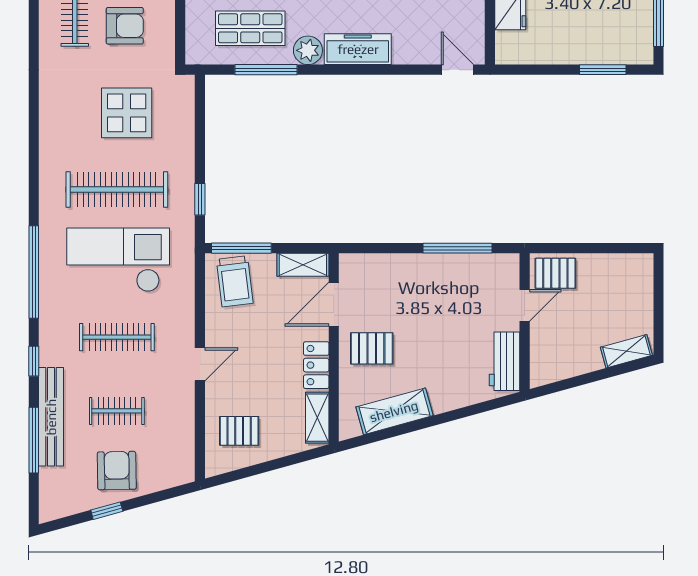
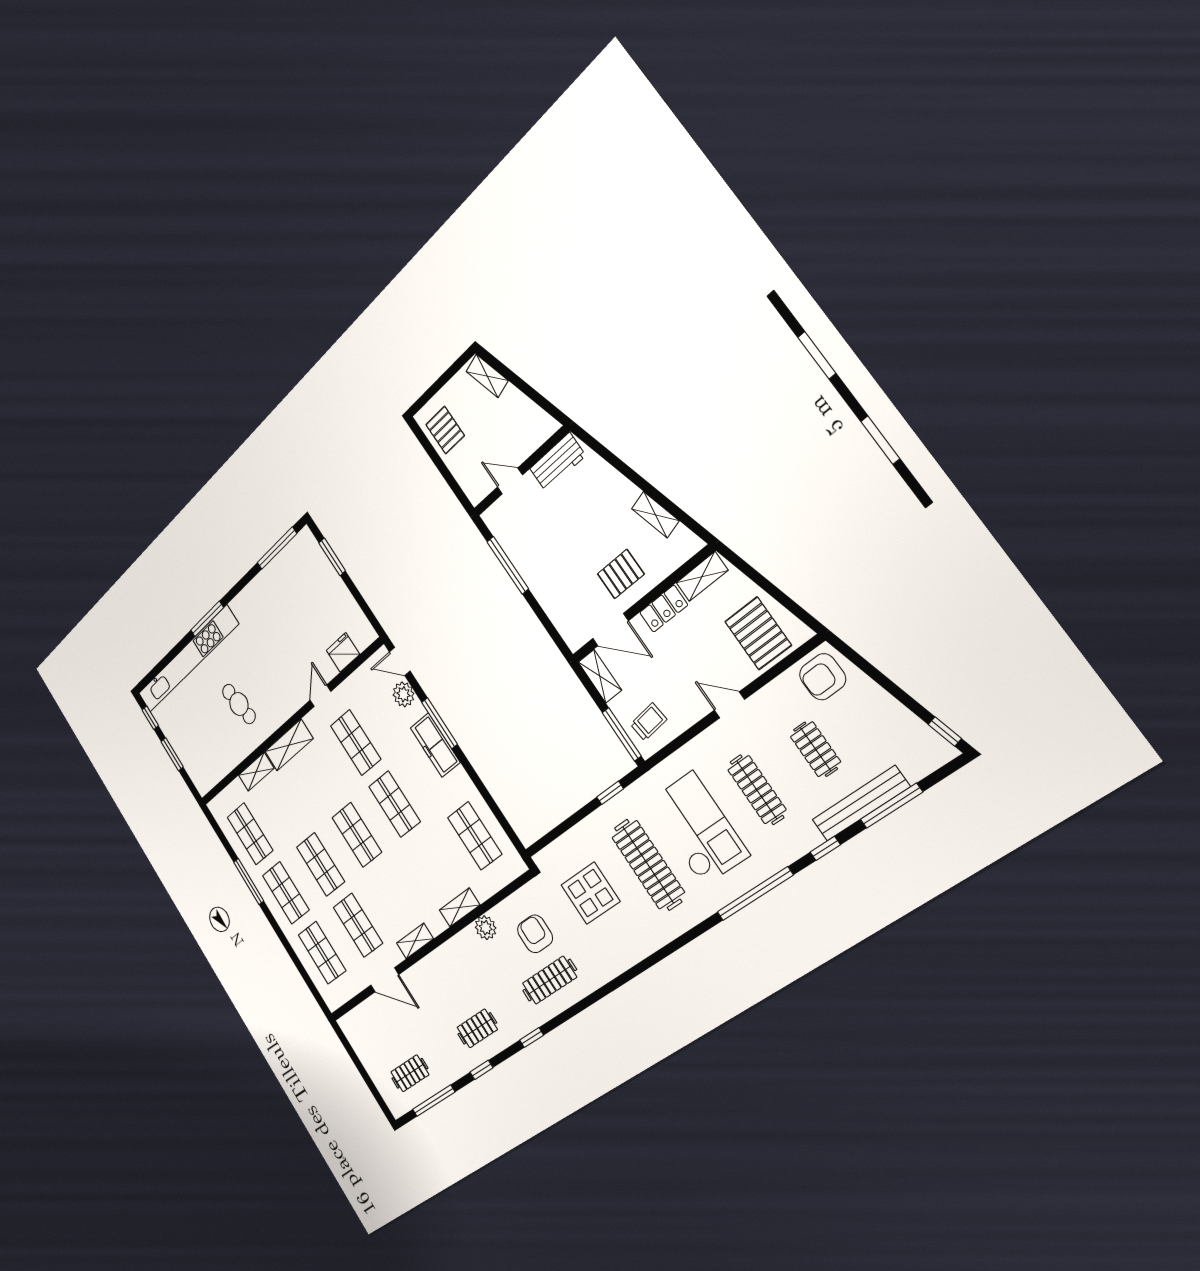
plant: (308, 50) -> (403, 694), moved
window: (266, 70) -> (440, 723), moved
door: (457, 70) -> (400, 661), hinge flipped
checkout: (118, 260) -> (698, 829), turned 180
pallet: (555, 273) -> (445, 430), moved
trolley: (235, 281) -> (649, 722), width x0.73, depth x0.72
pallet: (372, 348) -> (621, 574), turned 90
shelving: (394, 411) -> (655, 515), width x0.67, depth x0.75
pallet: (239, 431) -> (758, 633), width x1.50, depth x1.42
armchair: (117, 471) -> (823, 677), moved
window: (107, 511) -> (945, 732), moved

